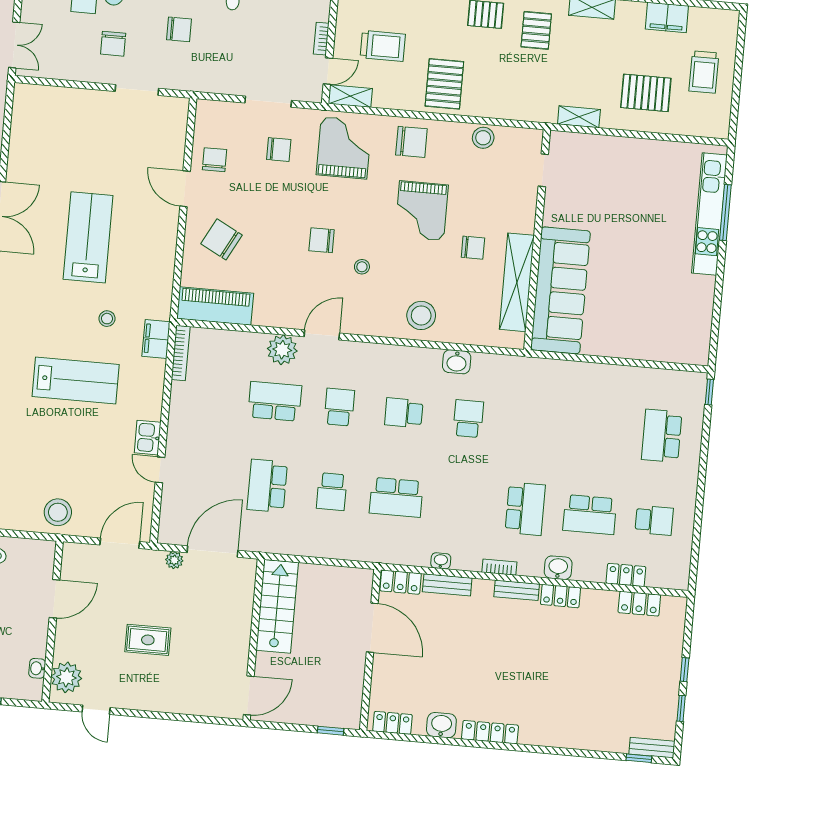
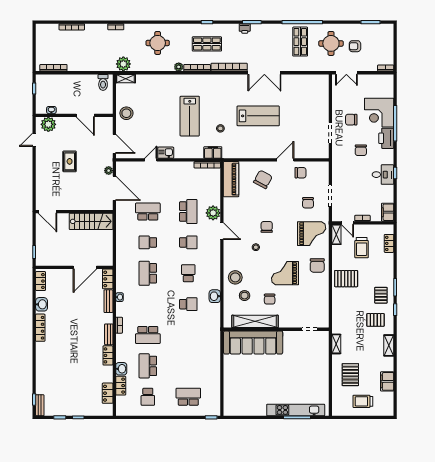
stool: (483, 138) -> (245, 296), moved
washbasin: (558, 568) -> (121, 369), moved

